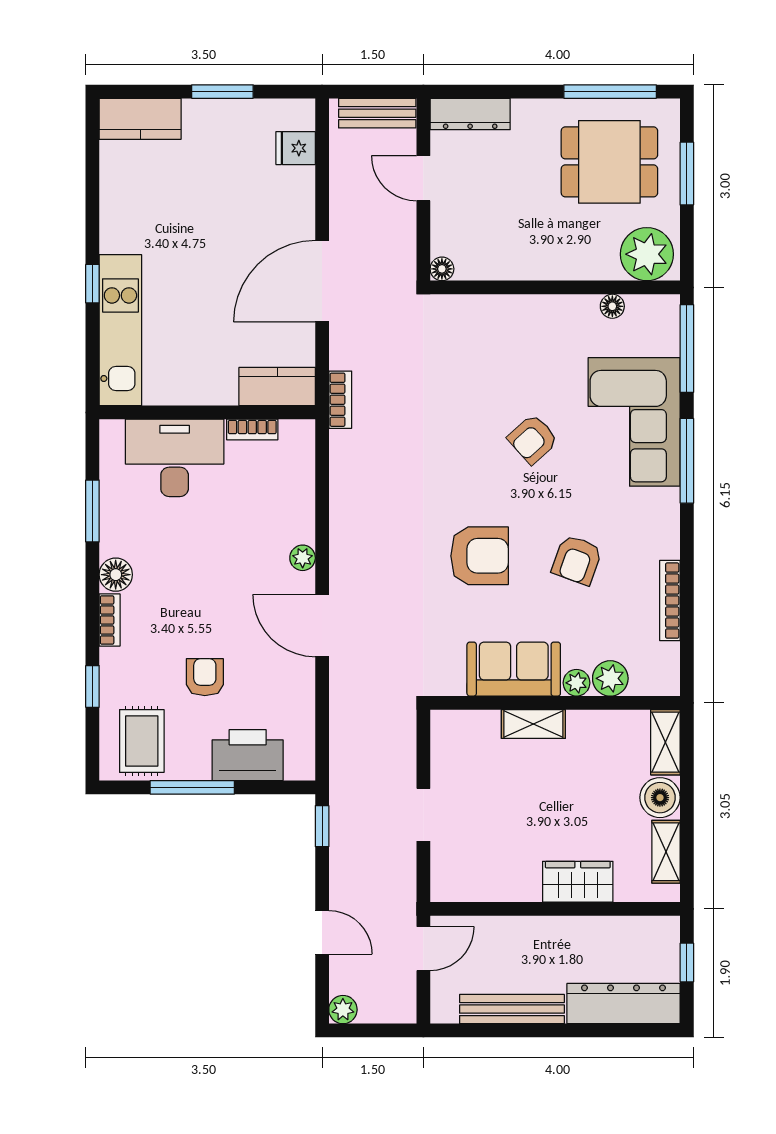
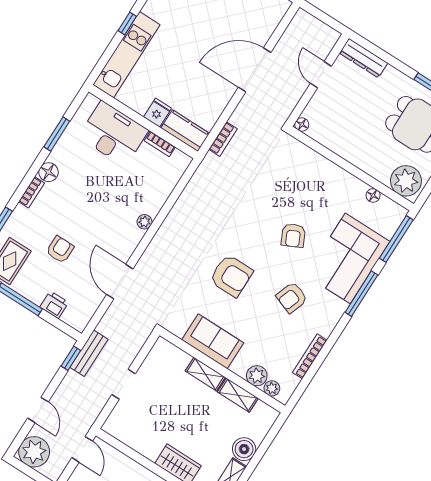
bench: (377, 113) -> (89, 353), moved, turned 90
fridge: (296, 148) -> (157, 113), moved, turned 90
door: (322, 281) -> (255, 70), moved
bookcase: (340, 400) -> (223, 139), moved
armchair: (533, 439) -> (293, 235), turned -73
armchair: (577, 560) -> (292, 298), moved
door: (322, 626) -> (120, 282), moved
plant: (576, 683) -> (272, 388), moved
shelving: (665, 742) -> (238, 395), moved, turned 90
printer: (248, 755) -> (54, 305), width x0.53, depth x0.68
door: (423, 949) -> (82, 449), hinge flipped
plant: (343, 1010) -> (34, 452), width x1.87, depth x1.87

